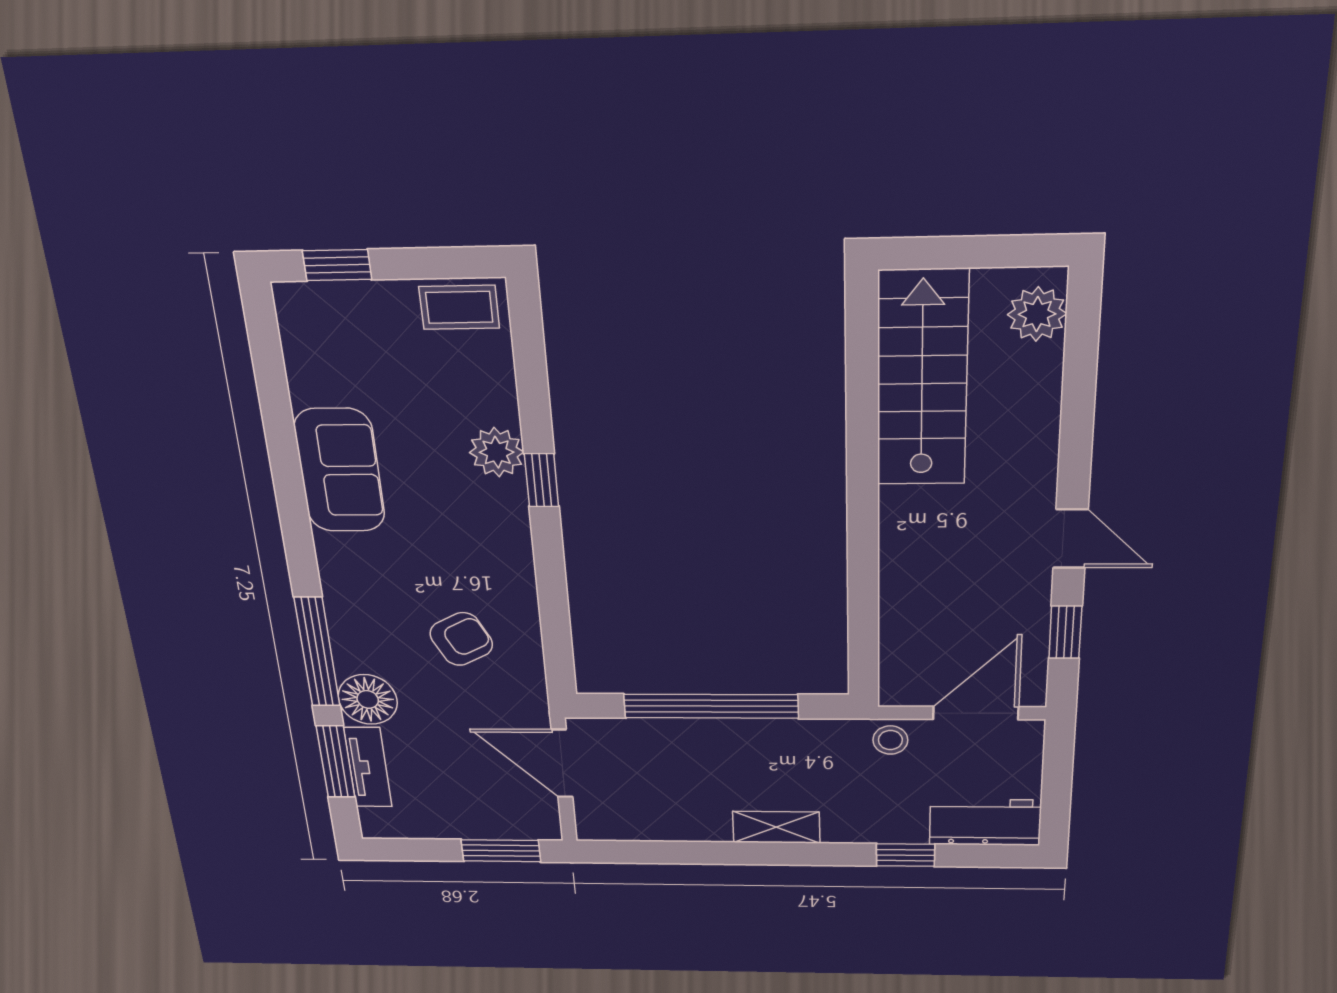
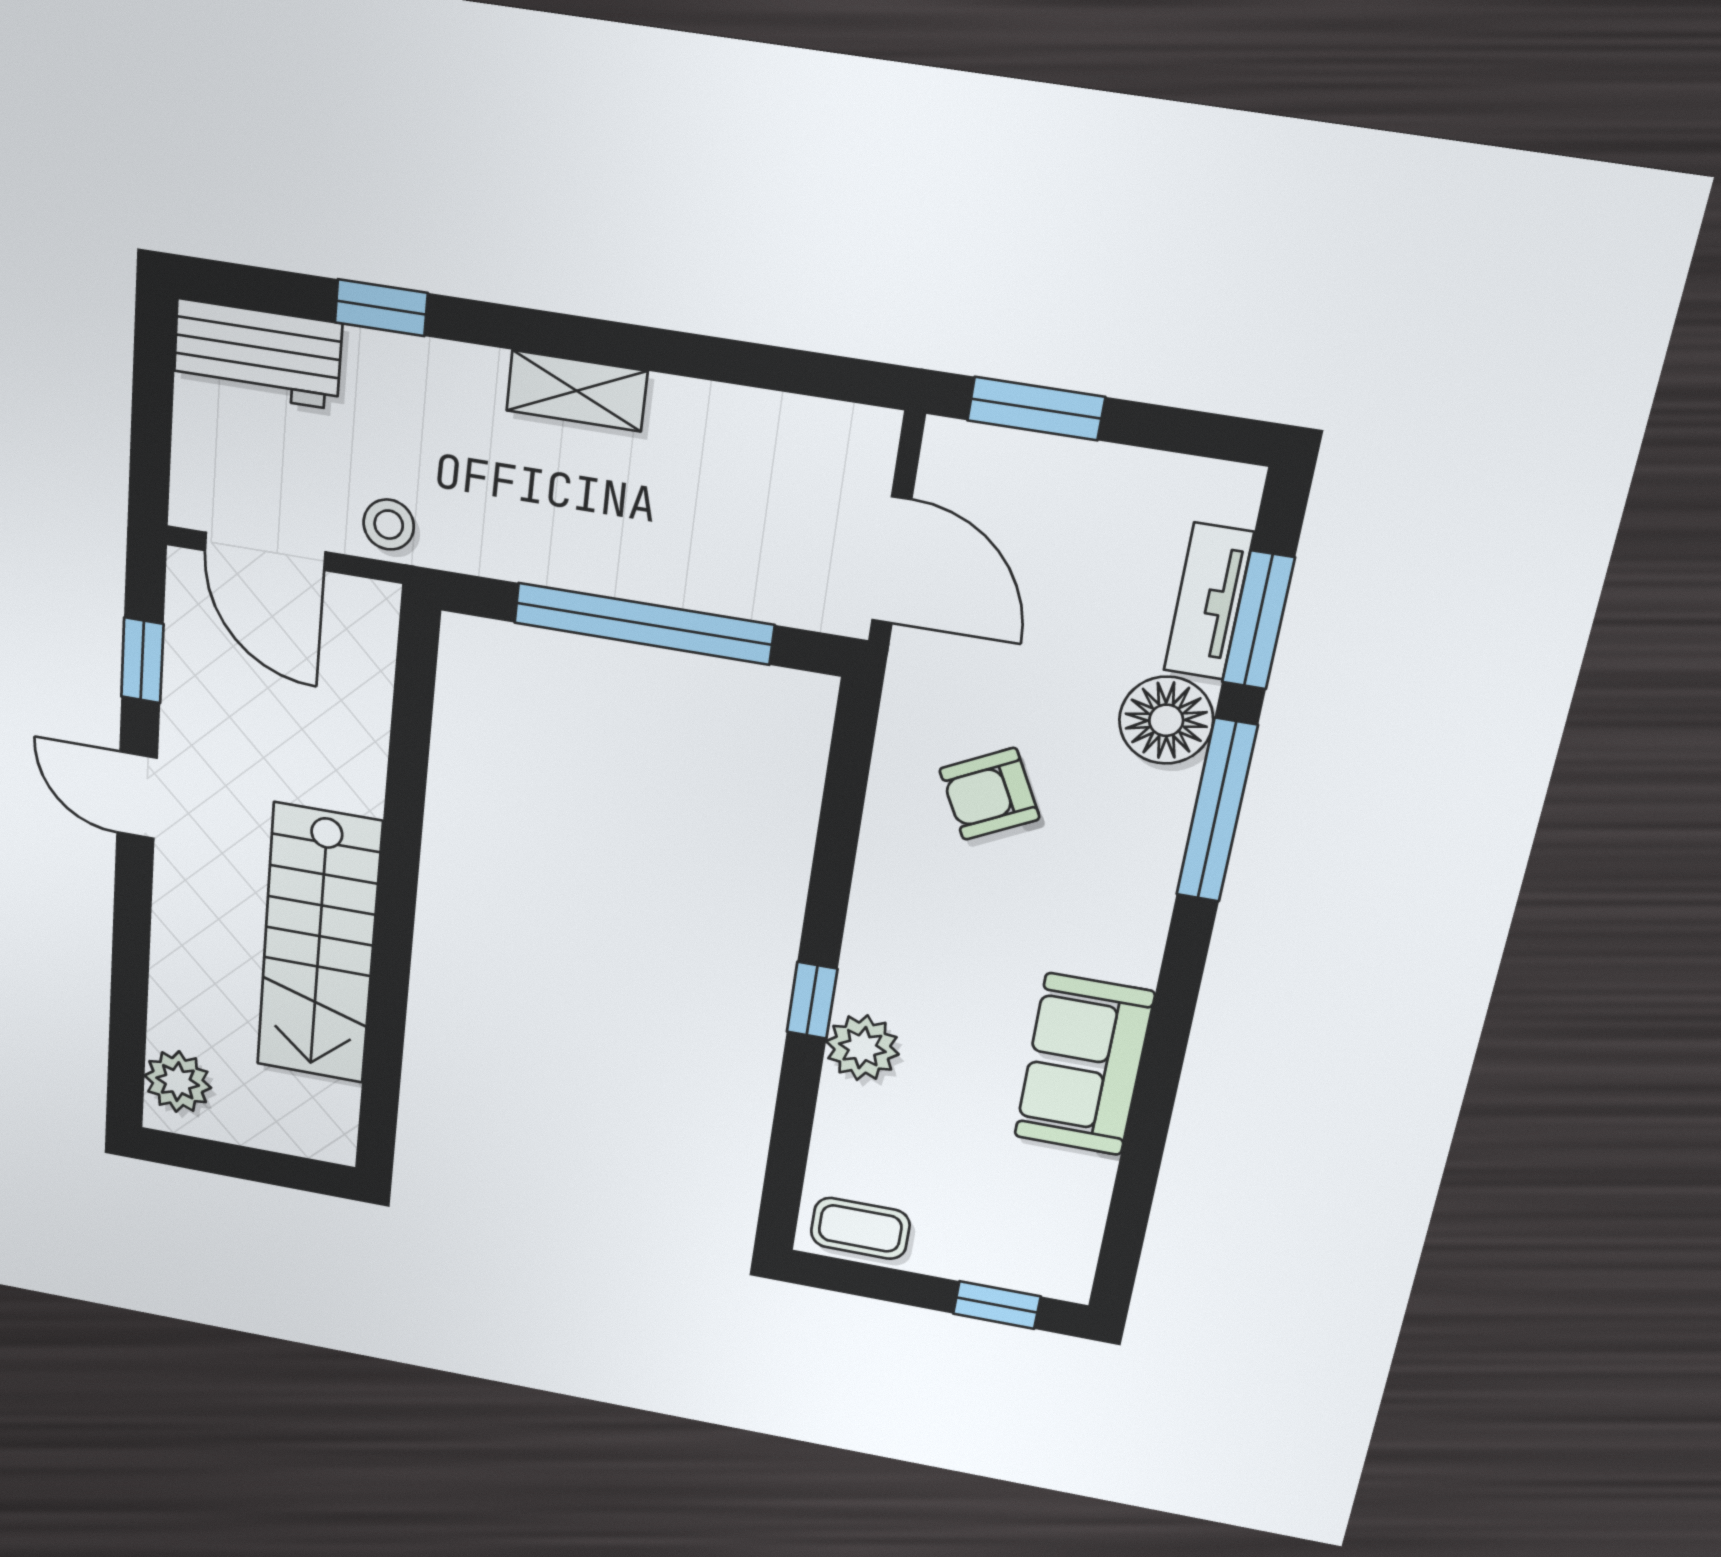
stairs: (922, 379) -> (319, 945), moved
door: (976, 713) -> (265, 551), hinge flipped

